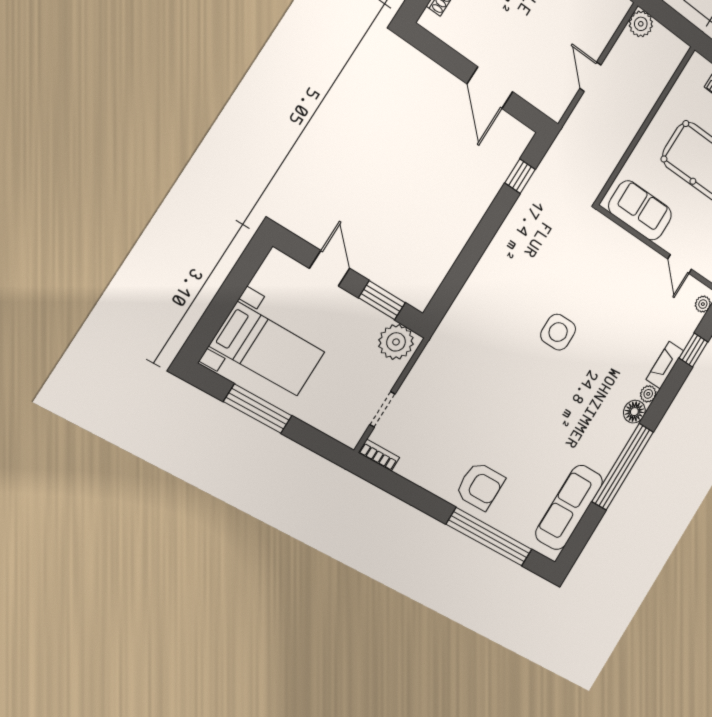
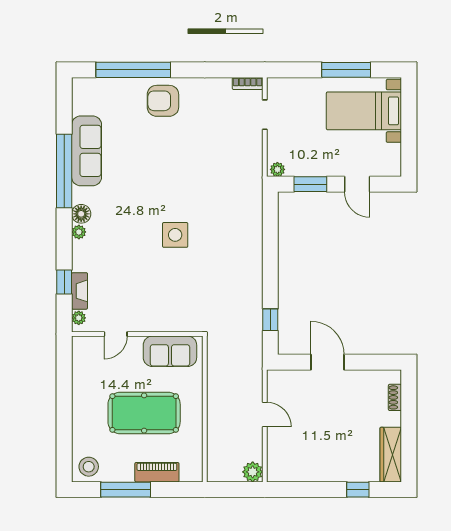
door: (680, 264) -> (116, 334), swing flipped
plant: (396, 342) -> (277, 169), width x0.53, depth x0.53
fireplace: (665, 365) -> (80, 291), moved
sofa: (569, 507) -> (87, 151), moved

